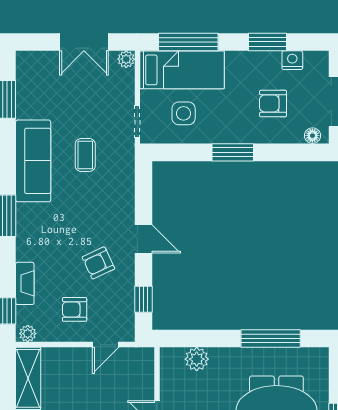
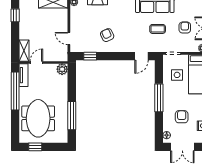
window: (233, 152) -> (159, 98), width x1.44
door: (143, 239) -> (142, 56), moved
armchair: (75, 309) -> (185, 28), moved
plant: (197, 359) -> (62, 69), moved

